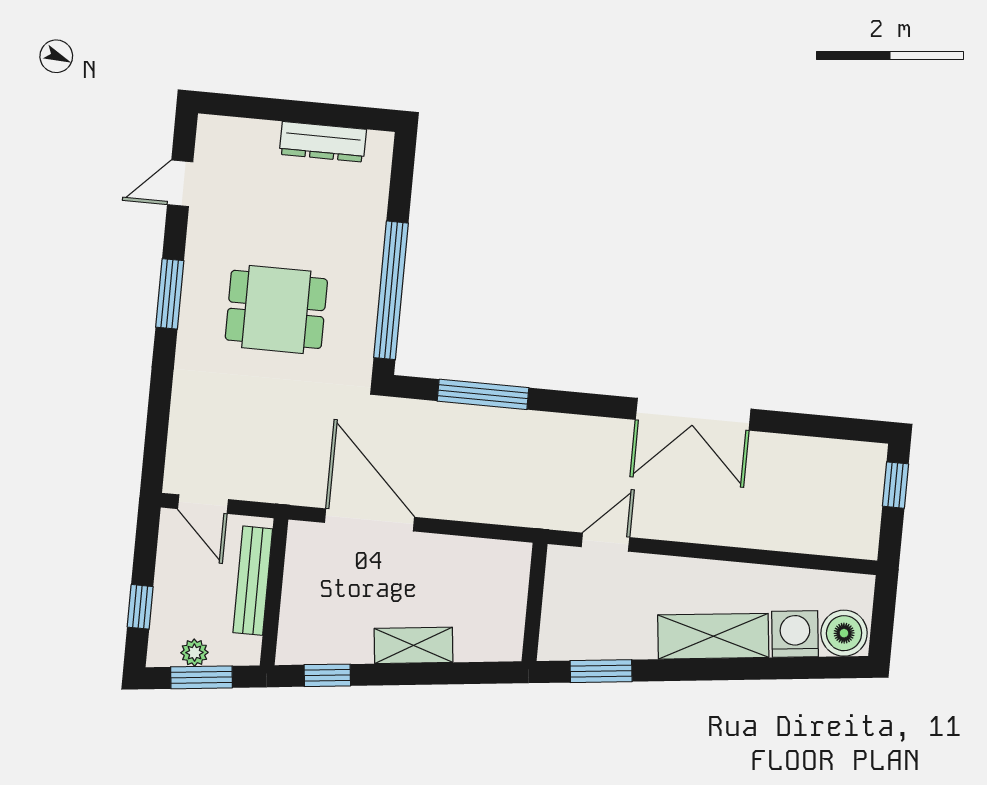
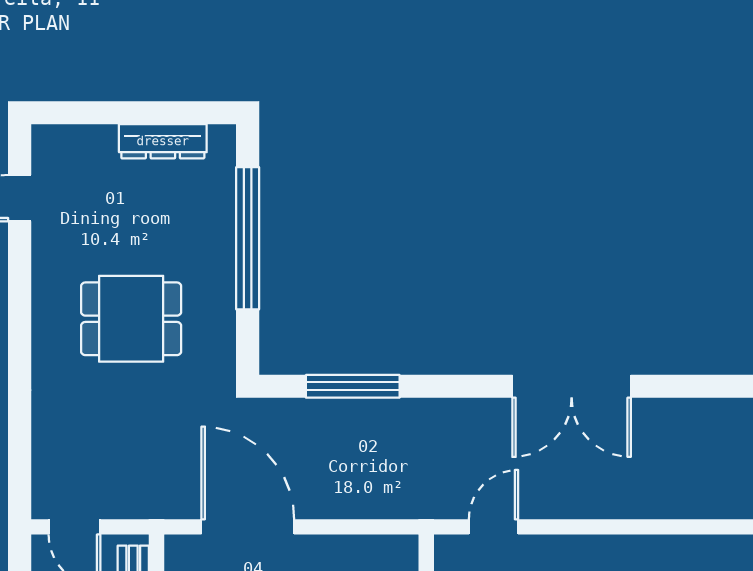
window: (391, 290) -> (248, 238), moved
window: (170, 294) -> (20, 313), removed

